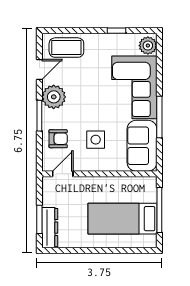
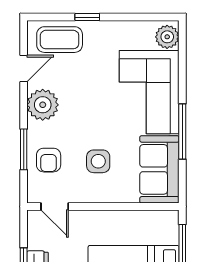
window: (116, 31) -> (87, 17), moved
window: (39, 116) -> (24, 149), moved
armchair: (58, 139) -> (49, 160), turned 90
door: (63, 174) -> (55, 207), swing flipped

